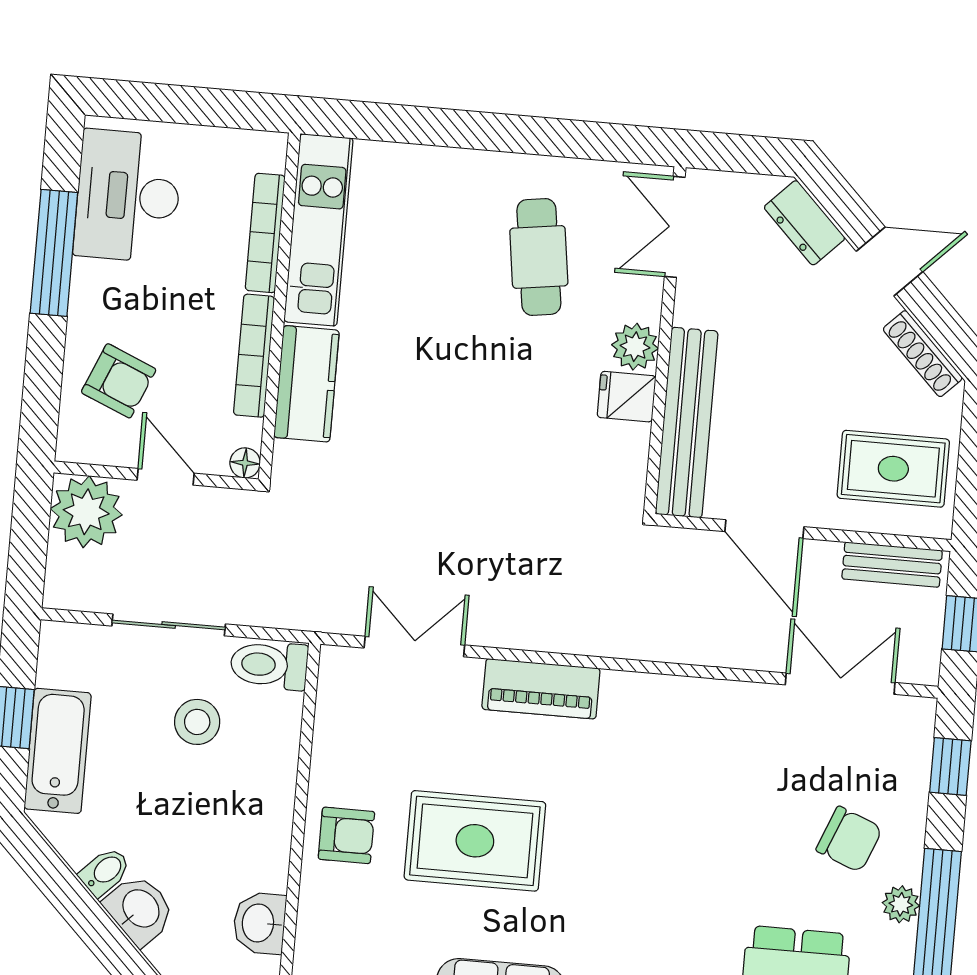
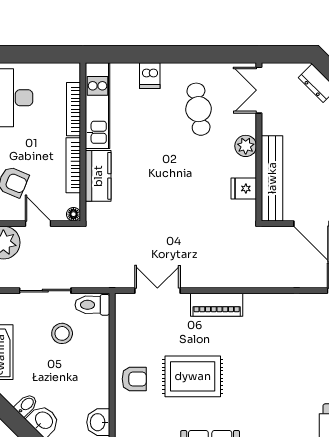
dishwasher: (439, 174) -> (150, 76), added
fridge: (627, 397) -> (244, 188), moved

